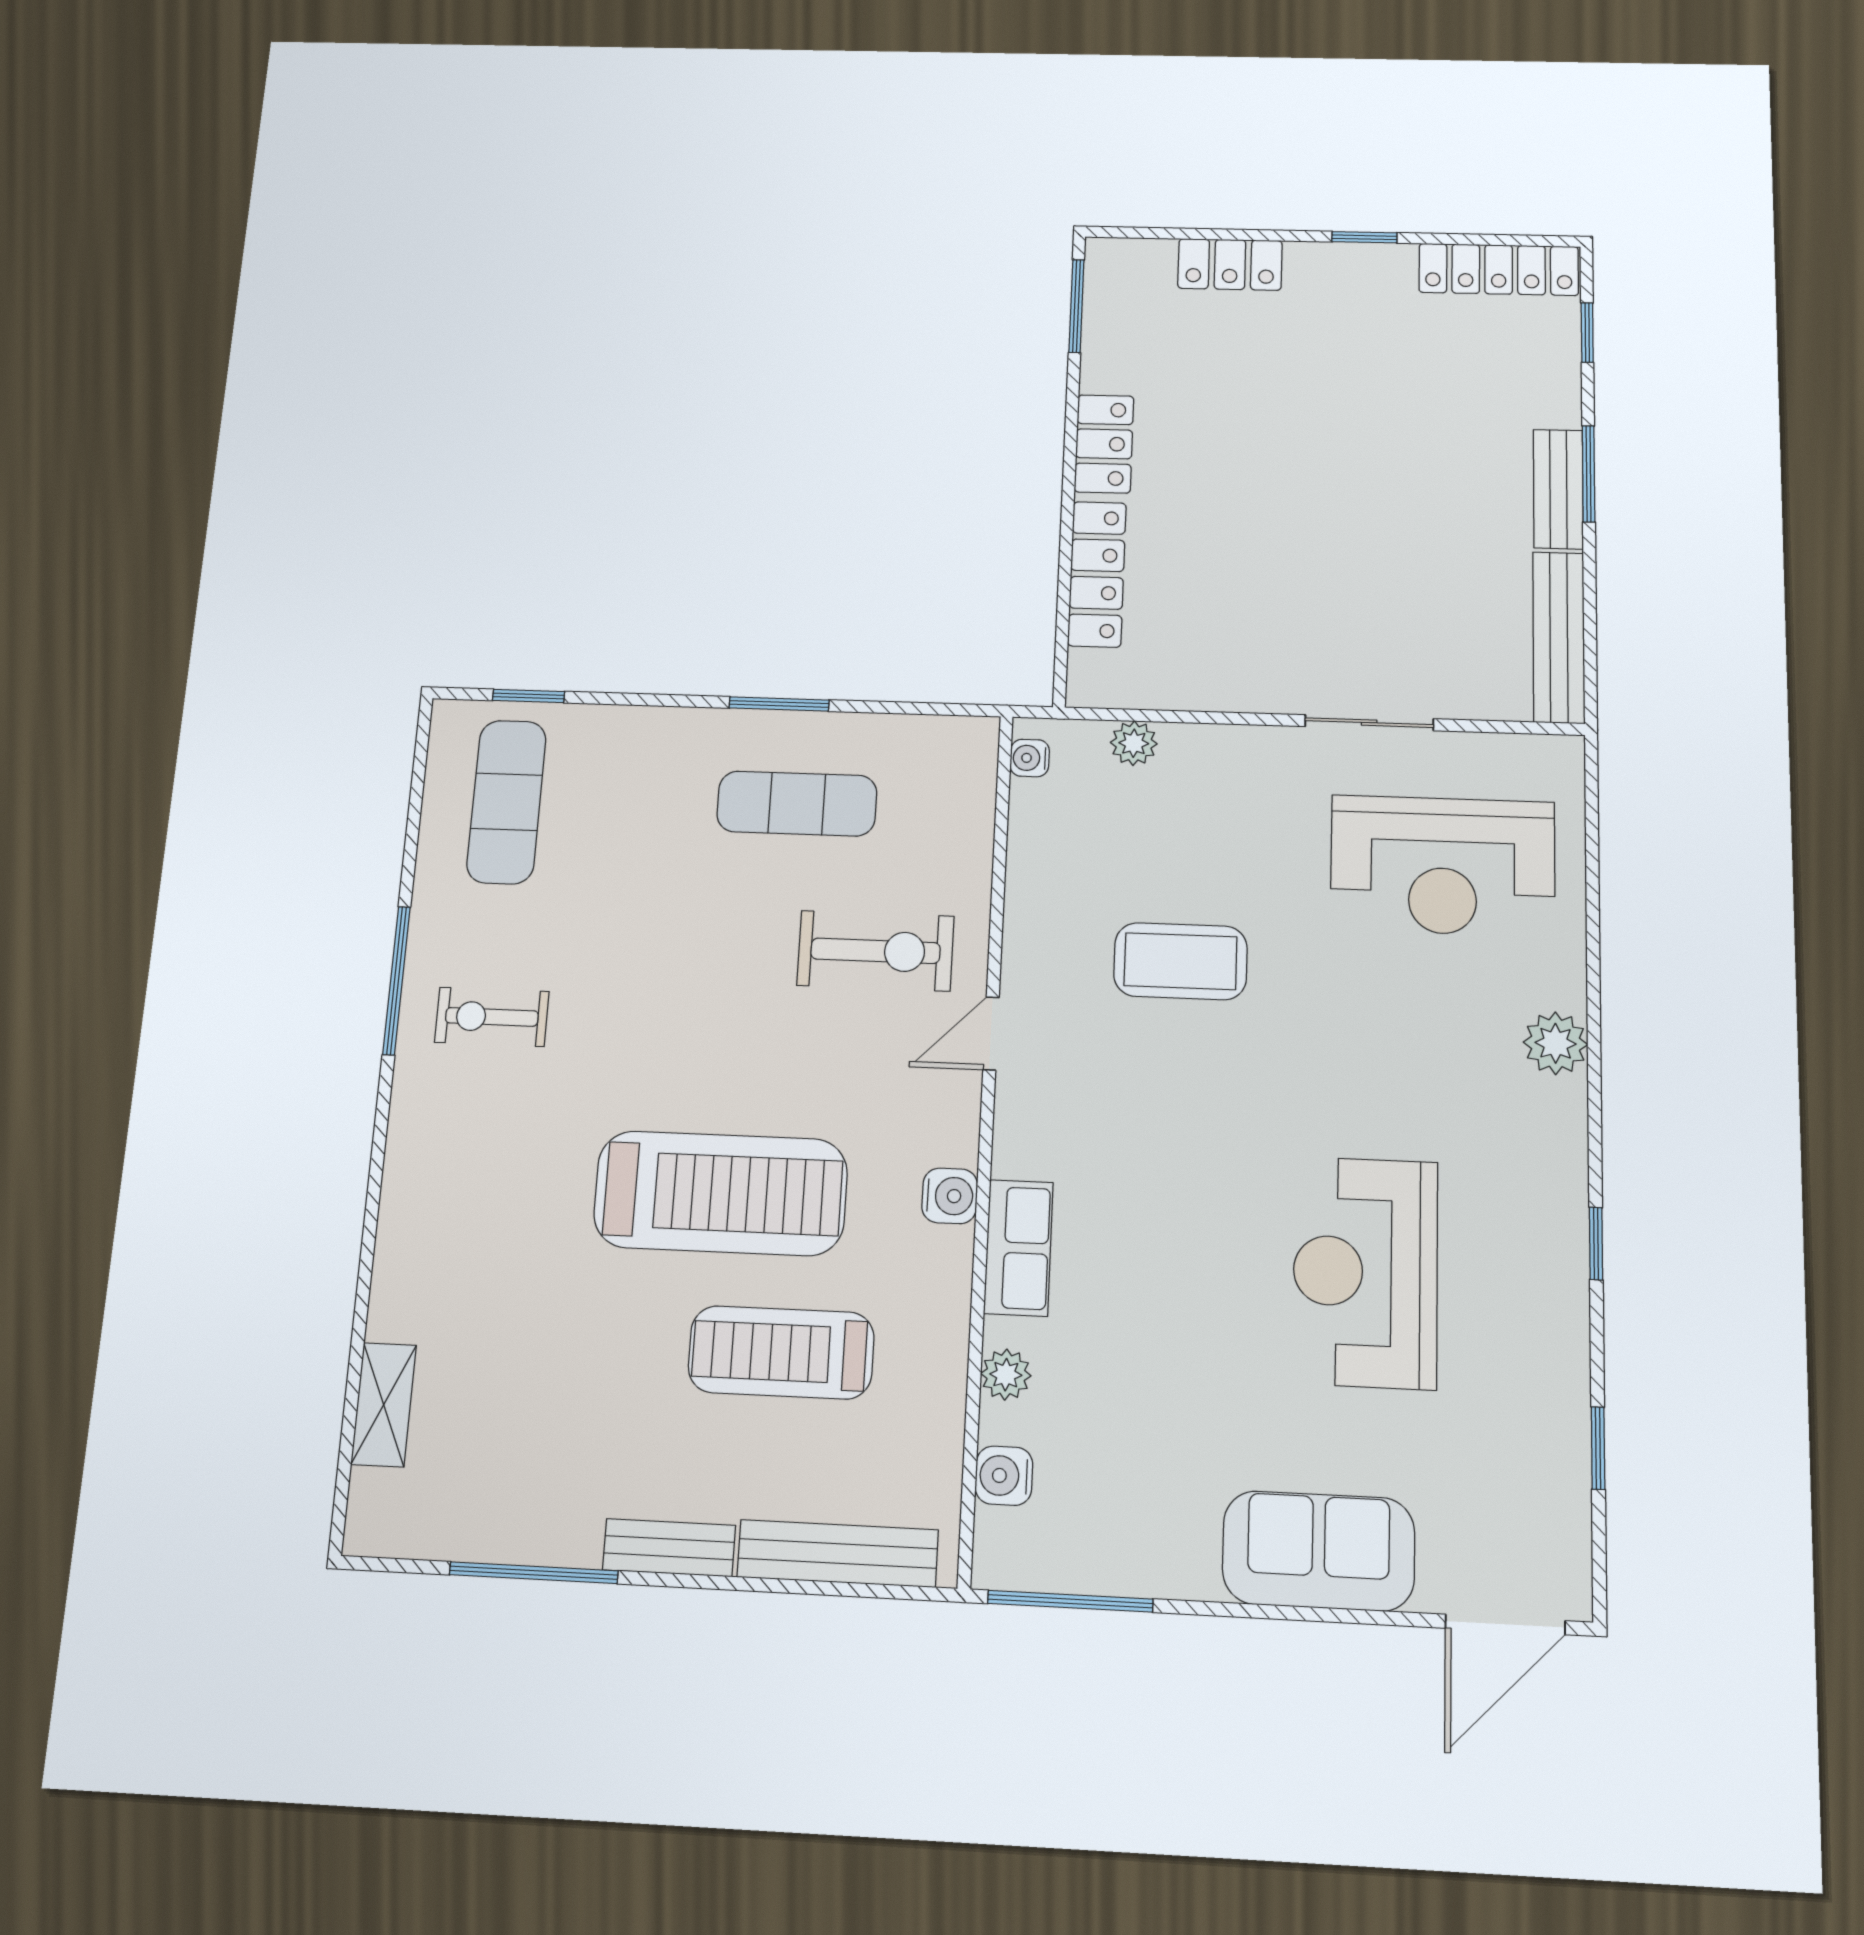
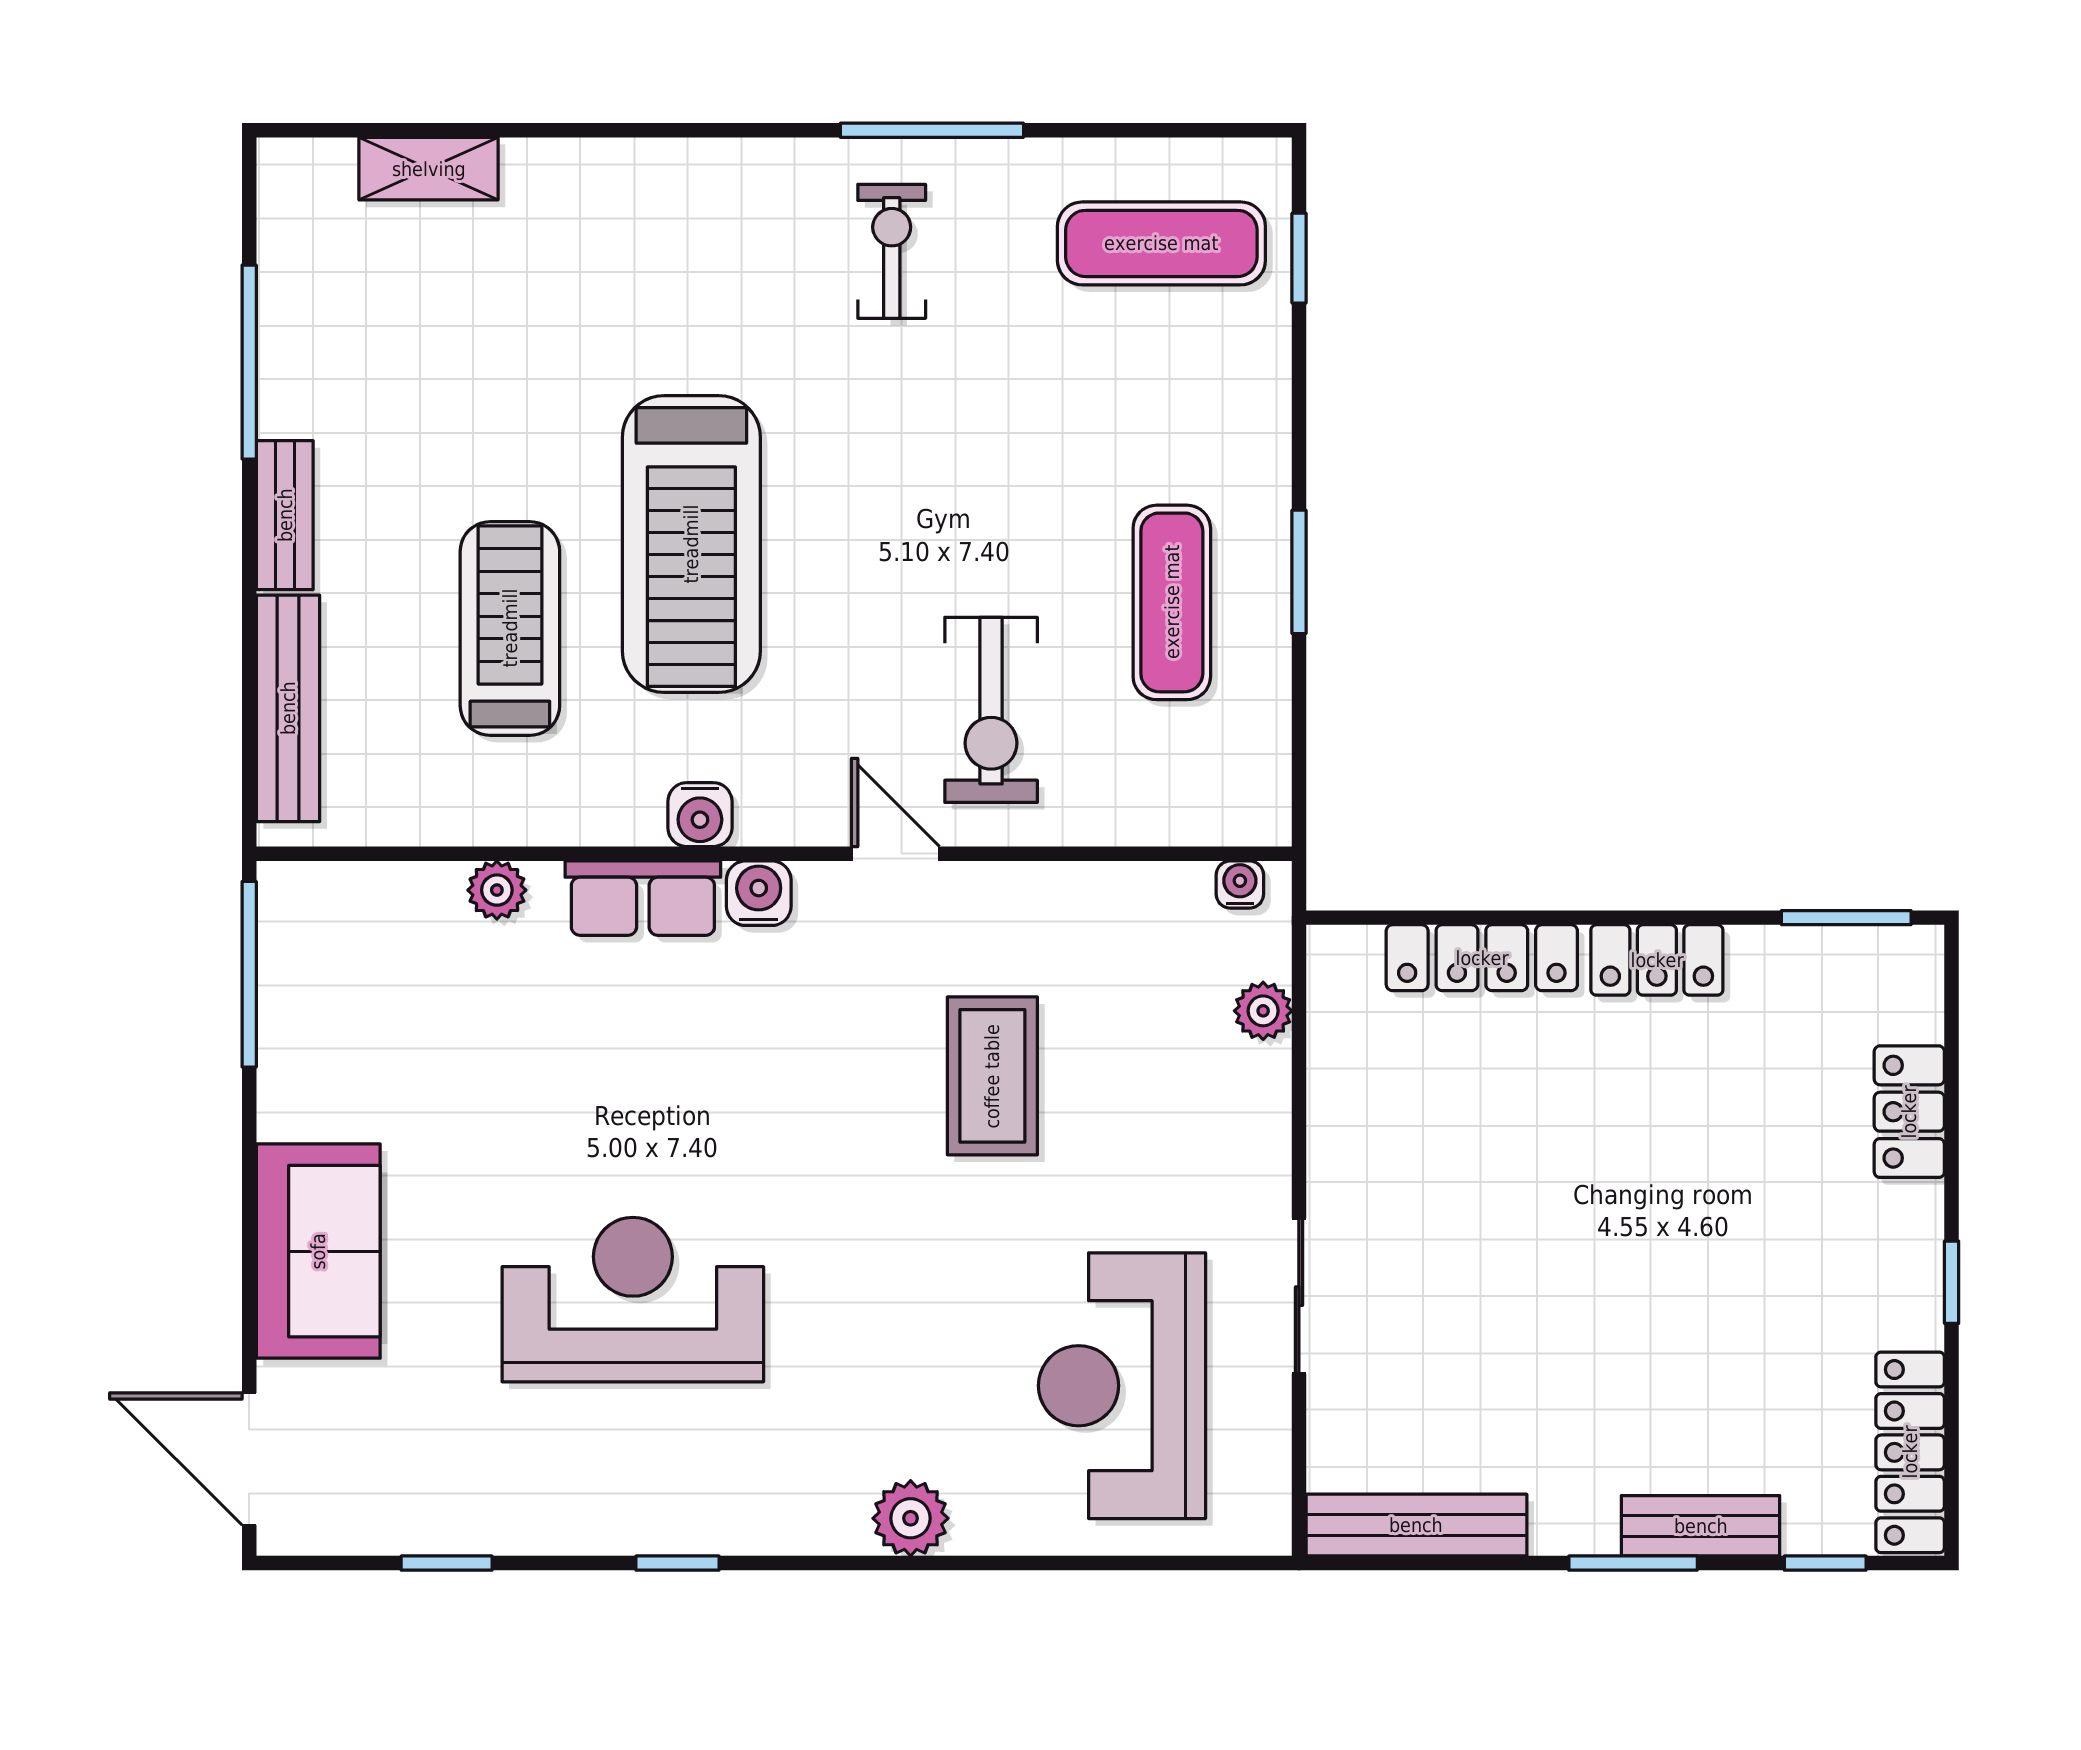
bench: (1558, 489) -> (1701, 1526), moved
water cooler: (1004, 1476) -> (759, 893), moved

